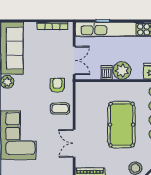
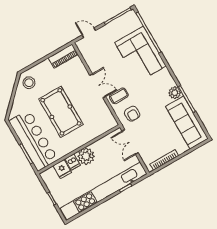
dishwasher: (107, 72) -> (73, 162), moved
double door: (74, 143) -> (98, 86), moved

